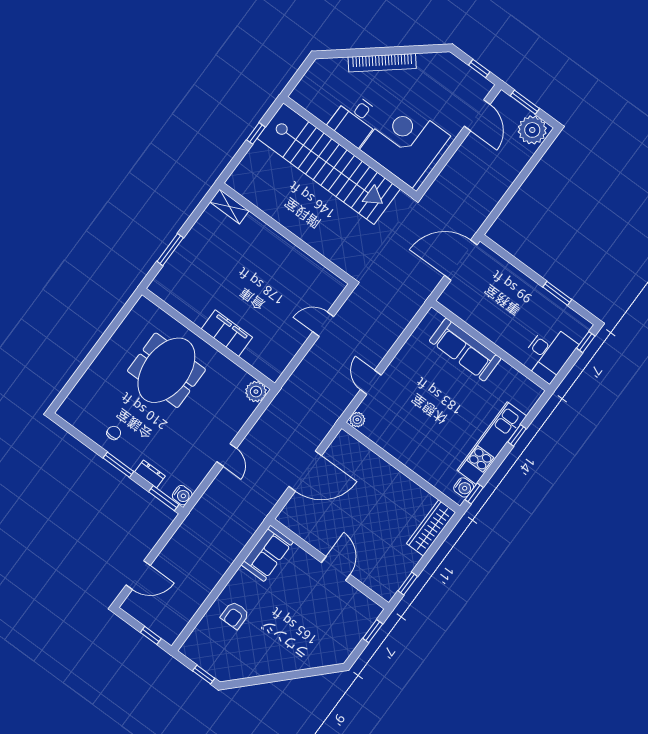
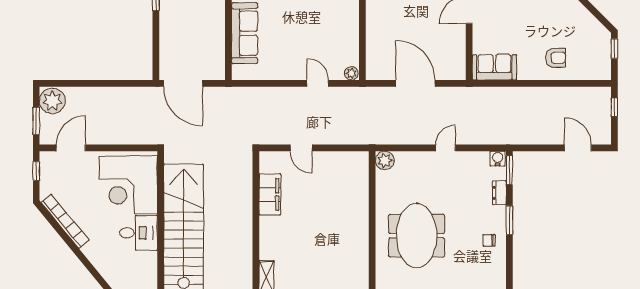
bookcase: (382, 63) -> (65, 221), moved
filing cabinet: (227, 333) -> (270, 194), moved, turned 180
meeting table: (166, 370) -> (417, 236), turned 90
door: (371, 382) -> (318, 83), swing flipped

